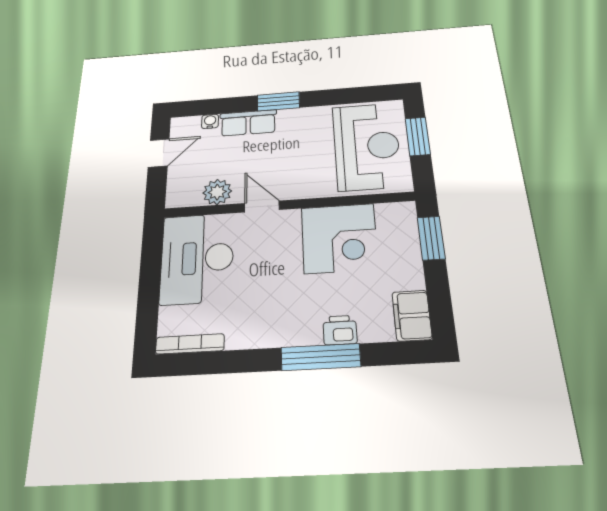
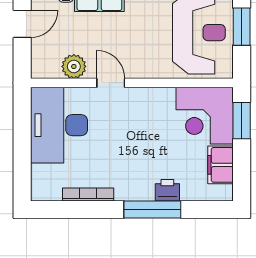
corner desk: (339, 238) -> (205, 116), moved, turned 90
filing cabinet: (412, 316) -> (220, 165), moved
bookcase: (190, 344) -> (88, 195), moved

